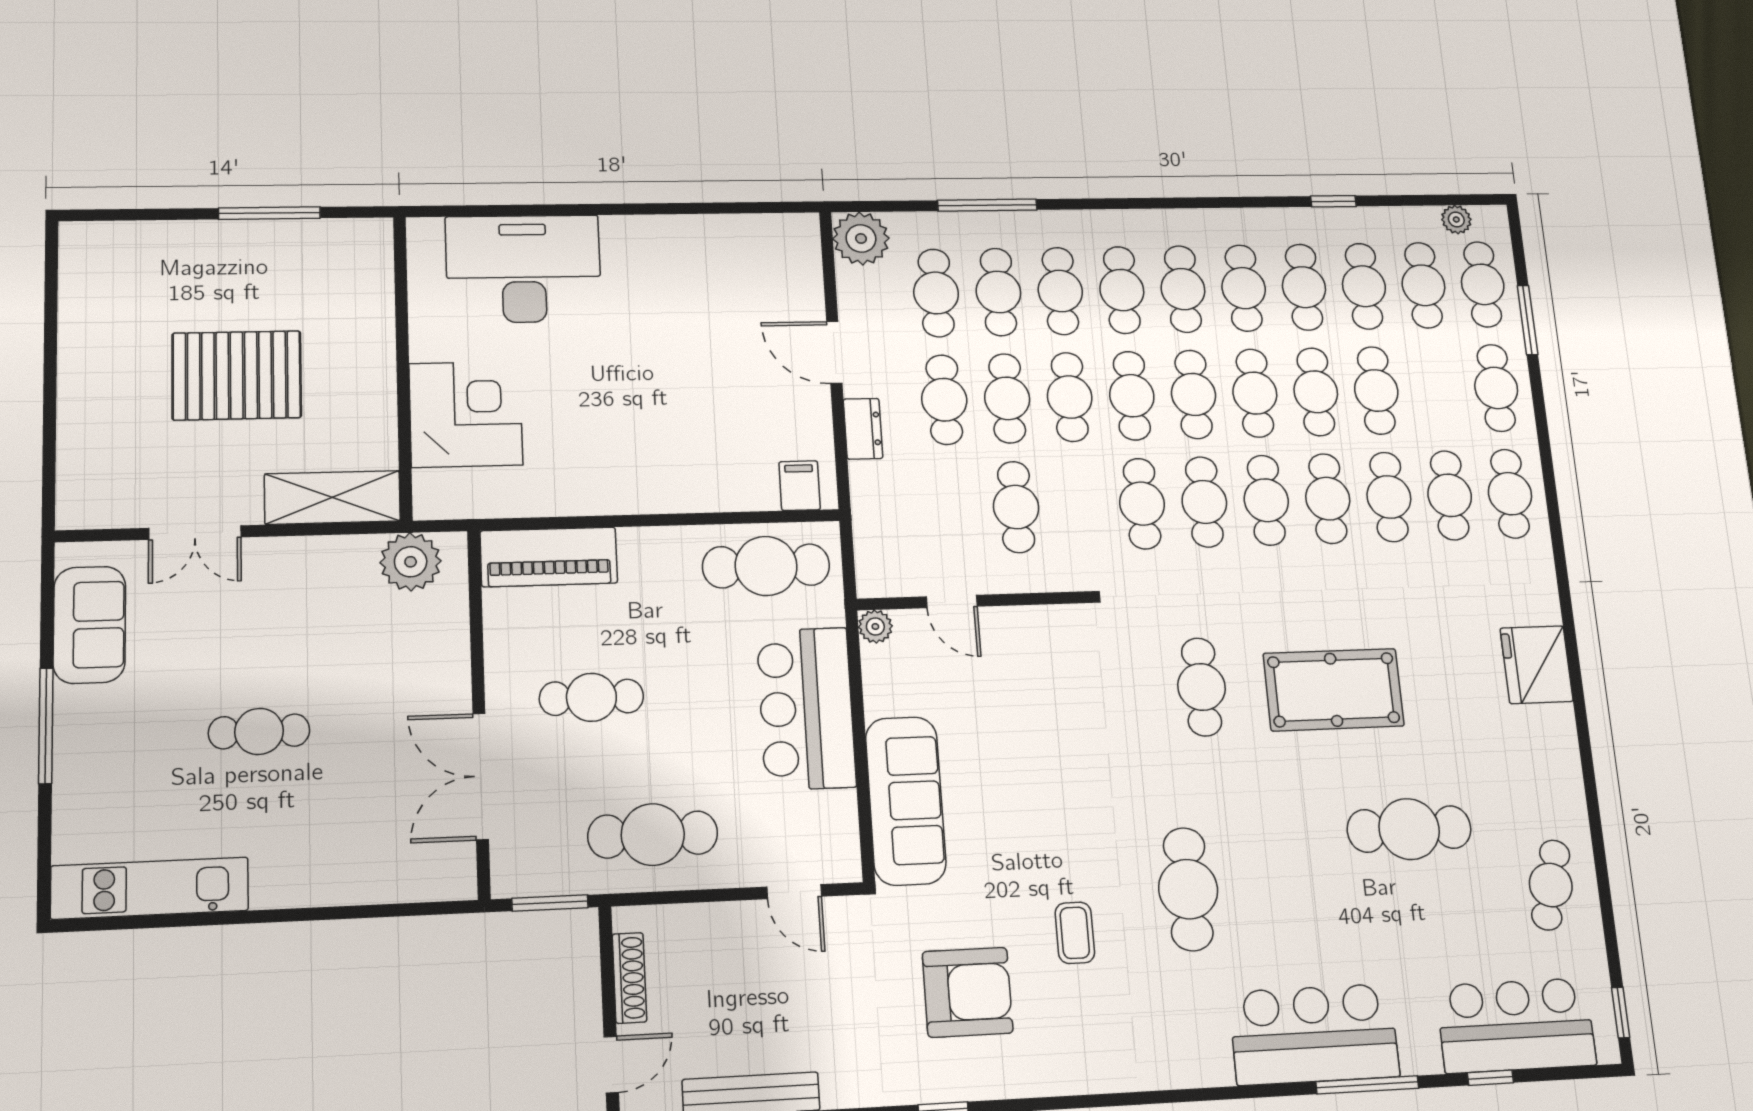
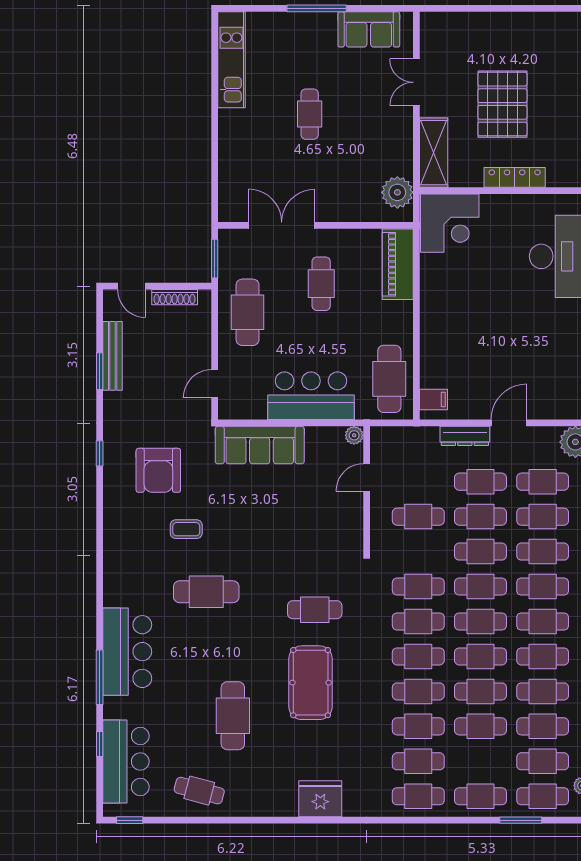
locker: (377, 351) -> (515, 177), added
corner desk: (466, 414) -> (450, 223), moved
dresser: (863, 429) -> (465, 436), width x1.44

